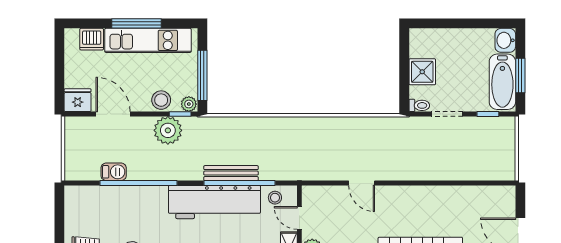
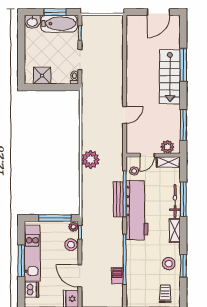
shower: (422, 72) -> (42, 76), moved
door: (113, 114) -> (80, 276), hinge flipped
plant: (168, 130) -> (91, 159), moved

